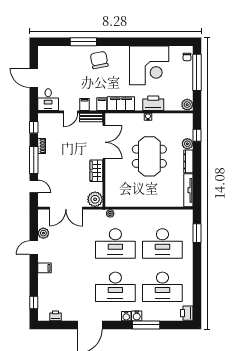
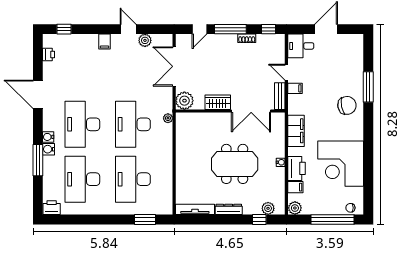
filing cabinet: (102, 104) -> (295, 187), moved
plant: (187, 144) -> (268, 208), moved

